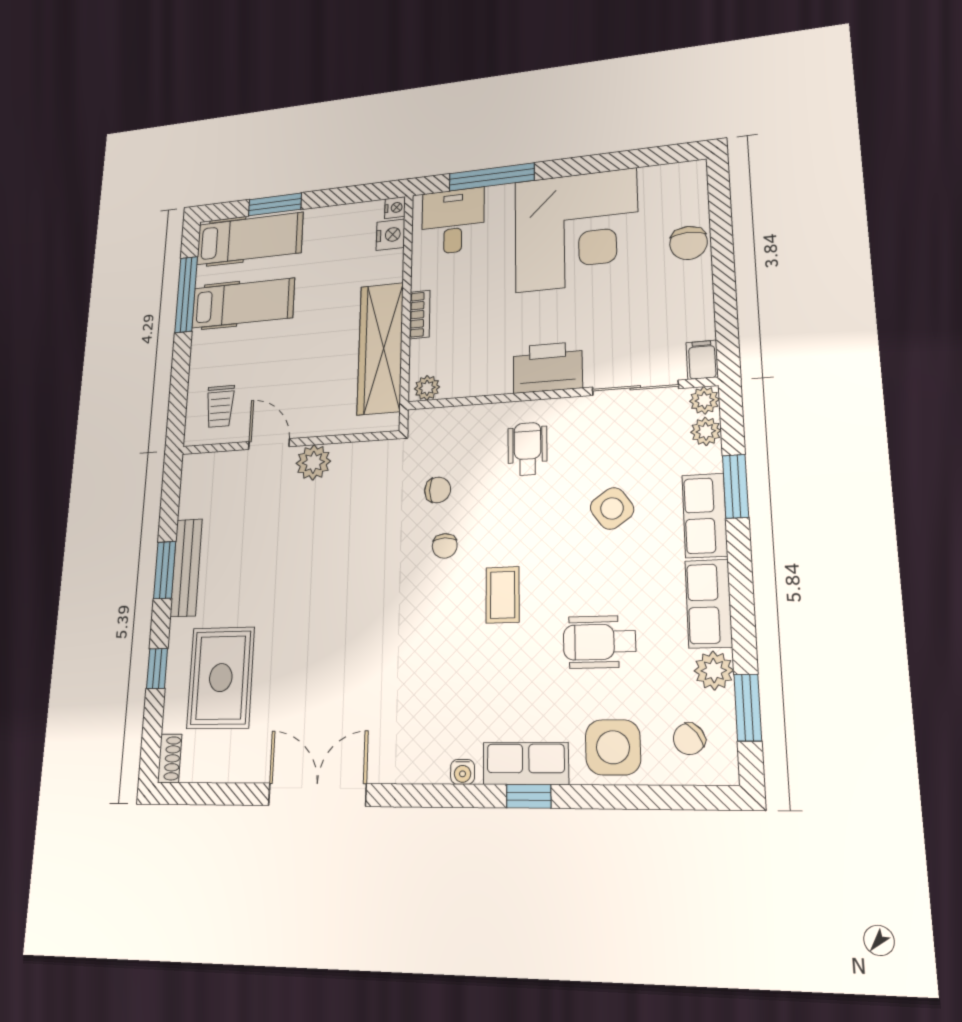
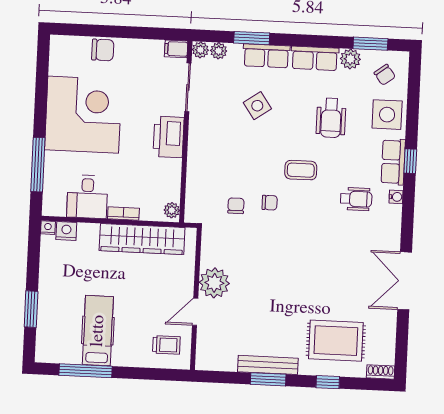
desk: (453, 221) -> (87, 197), moved, turned -90
hospital bed: (250, 239) -> (53, 327), removed
wheelchair: (527, 449) -> (356, 199), moved, turned 180
plant: (313, 462) -> (214, 283), width x1.36, depth x1.36

